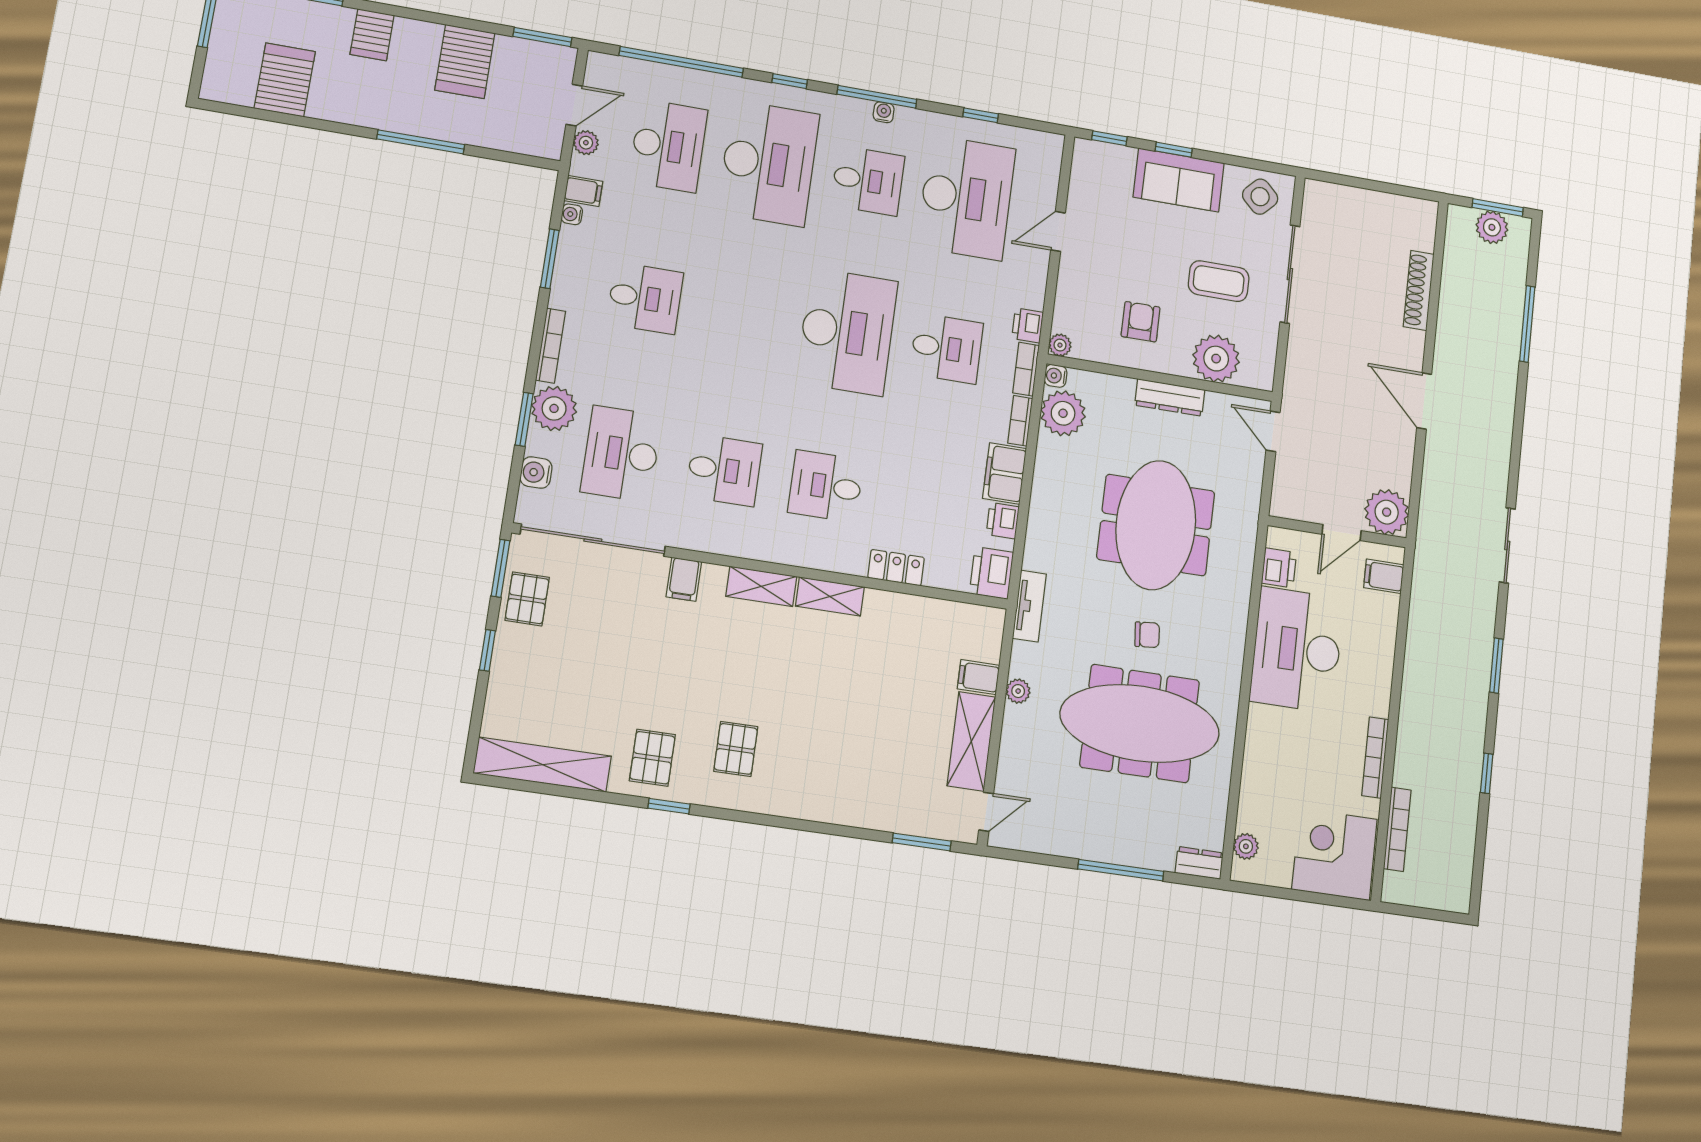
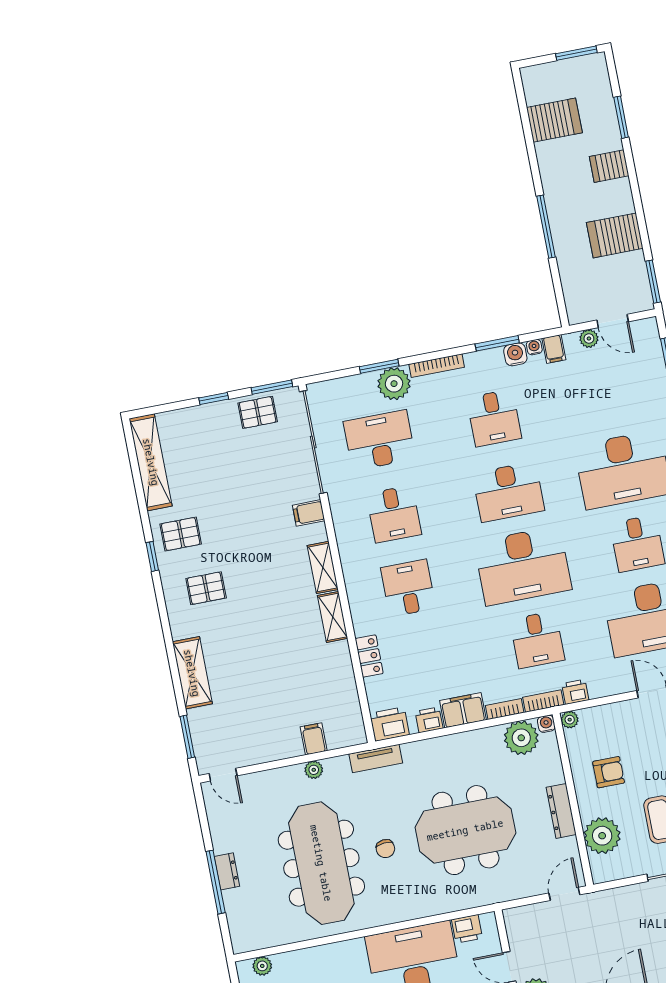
desk: (668, 146) -> (508, 492), moved
water cooler: (536, 473) -> (515, 354), moved
shelving: (971, 741) -> (192, 673), moved, turned 90
dresser: (1199, 863) -> (227, 871), moved

